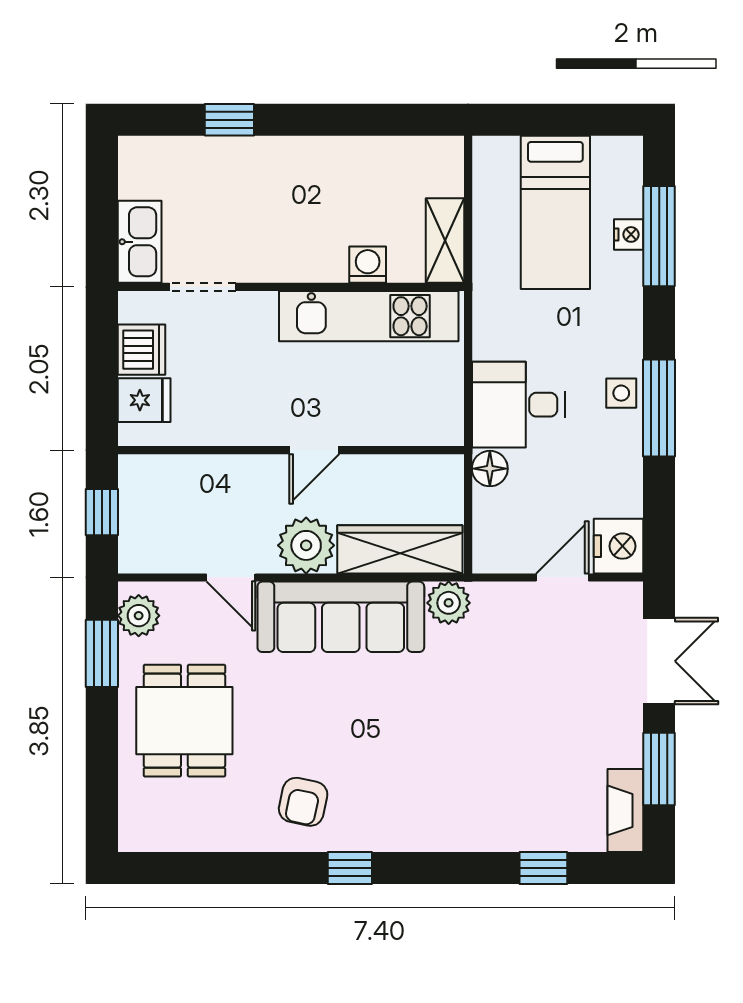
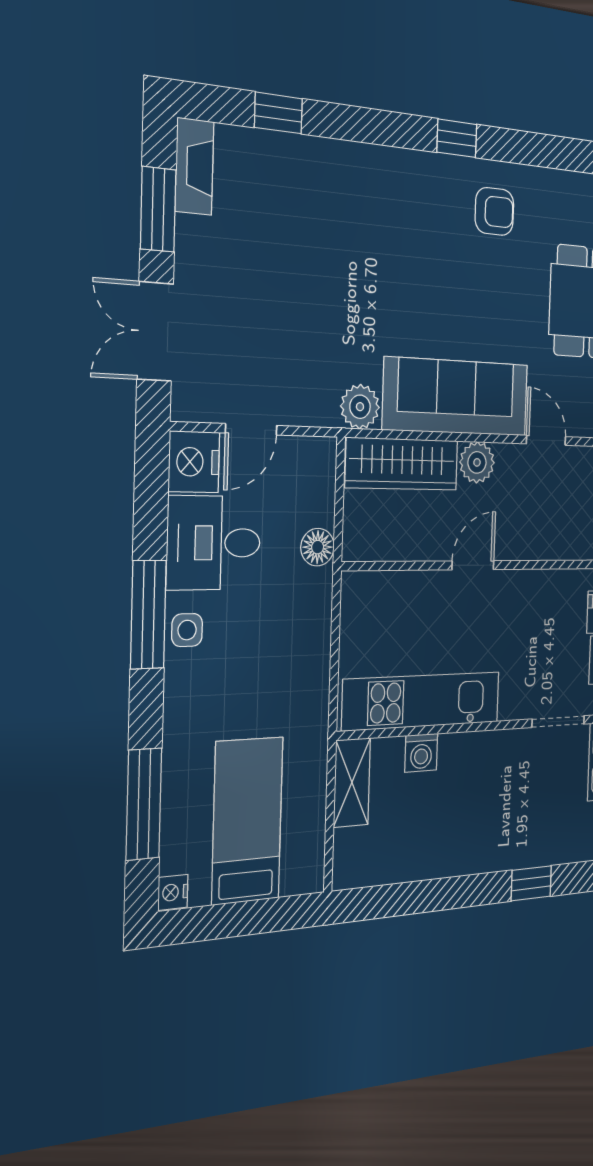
nightstand: (629, 234) -> (173, 892), moved
desk: (518, 405) -> (214, 543), moved, turned 180
plant: (306, 545) -> (477, 462), width x0.73, depth x0.73
armchair: (303, 802) -> (494, 211), turned 78

